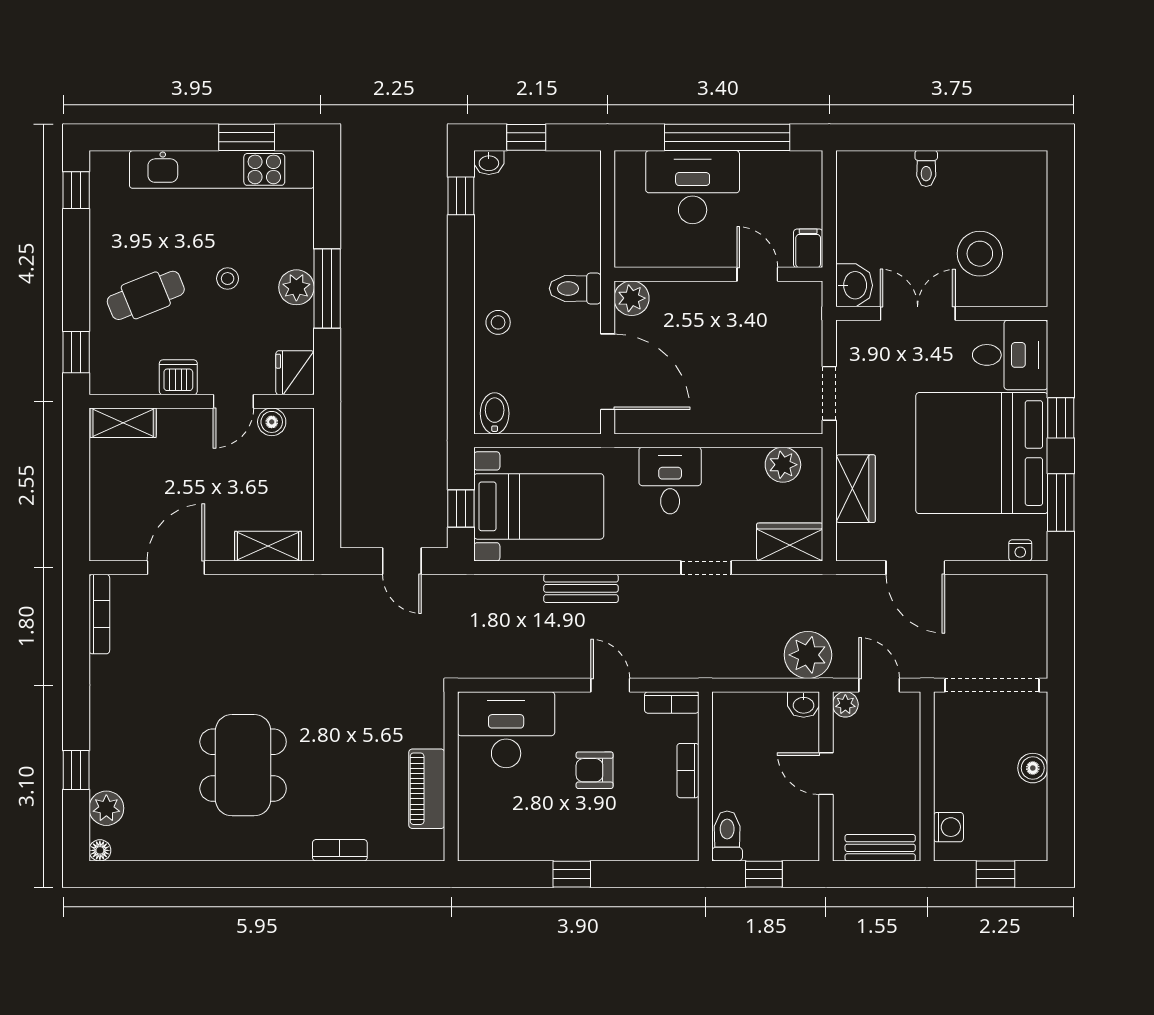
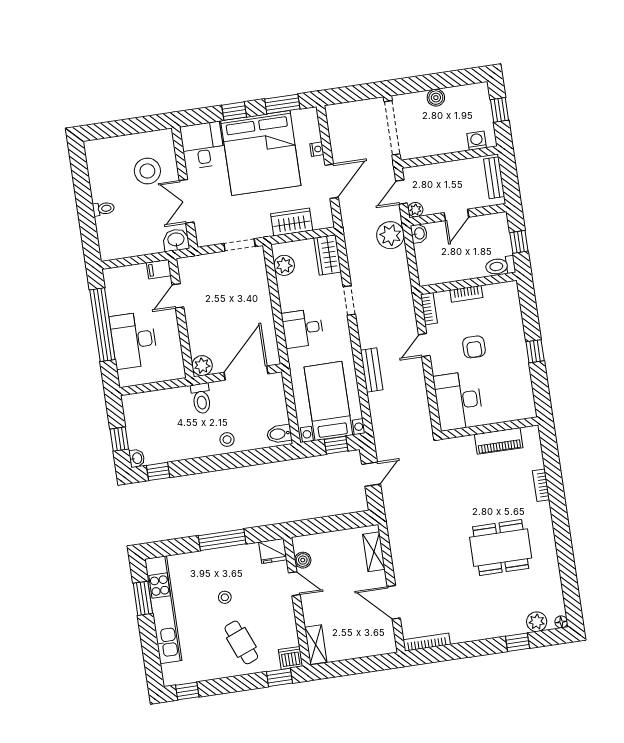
plant: (296, 287) -> (224, 557), removed
dishwasher: (178, 377) -> (291, 658), moved, turned 90
nightstand: (1020, 550) -> (317, 149), moved

